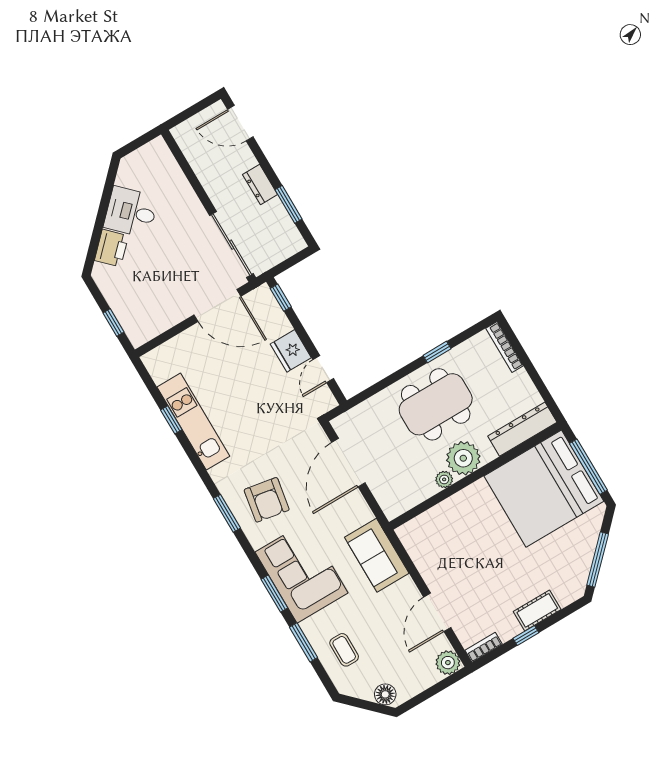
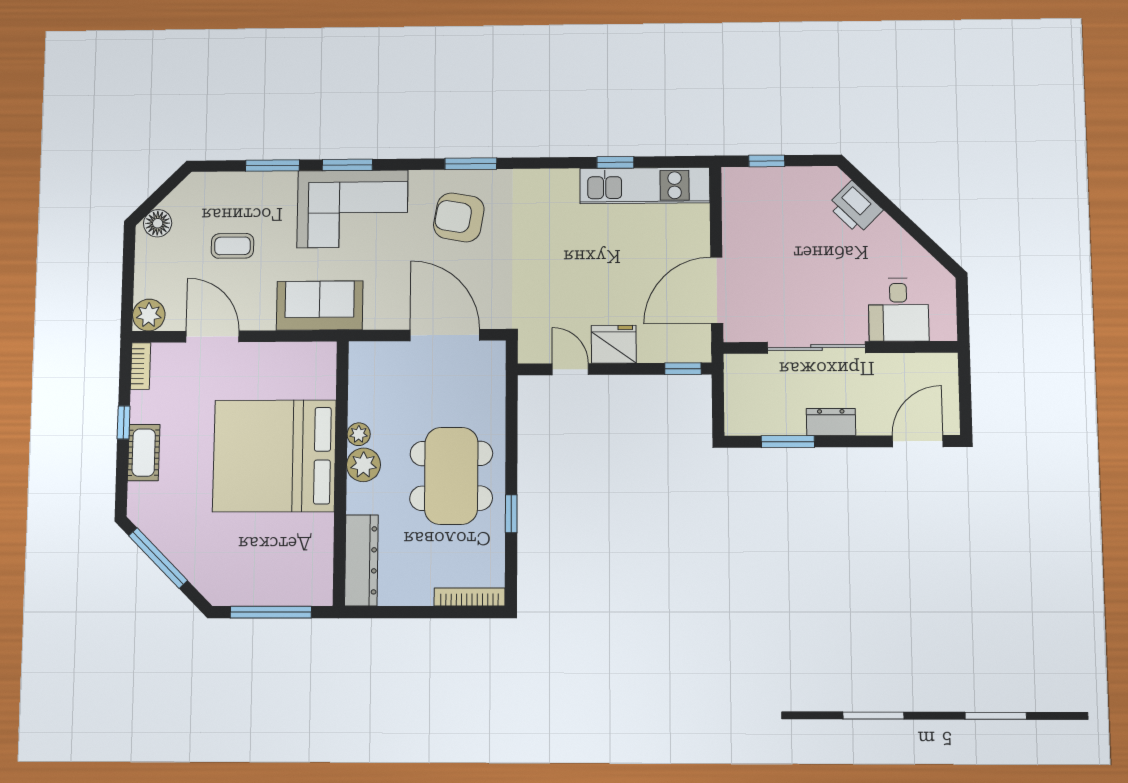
desk: (131, 212) -> (898, 310), moved, turned 135
sliding door: (232, 245) -> (816, 348), moved
kitchen unit: (193, 422) -> (645, 186), moved
plant: (463, 458) -> (364, 465), width x0.73, depth x0.73
bed: (544, 489) -> (274, 456), moved, turned -90
coffee table: (344, 650) -> (232, 246), moved

